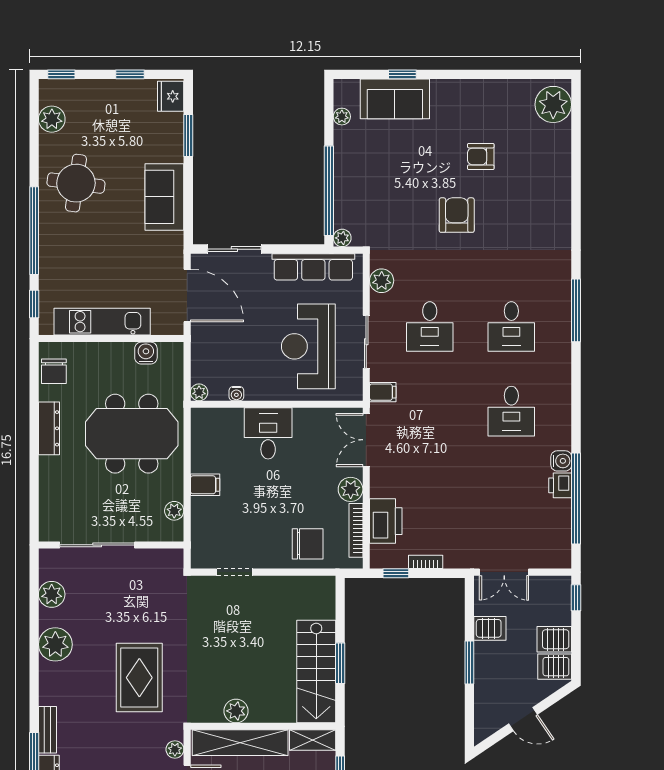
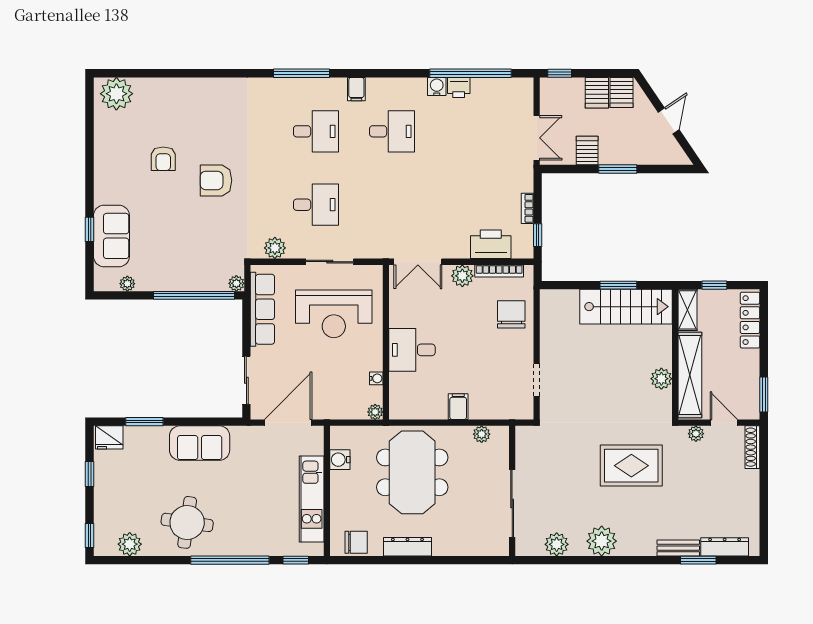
filing cabinet: (383, 392) -> (356, 89), moved, turned 180

